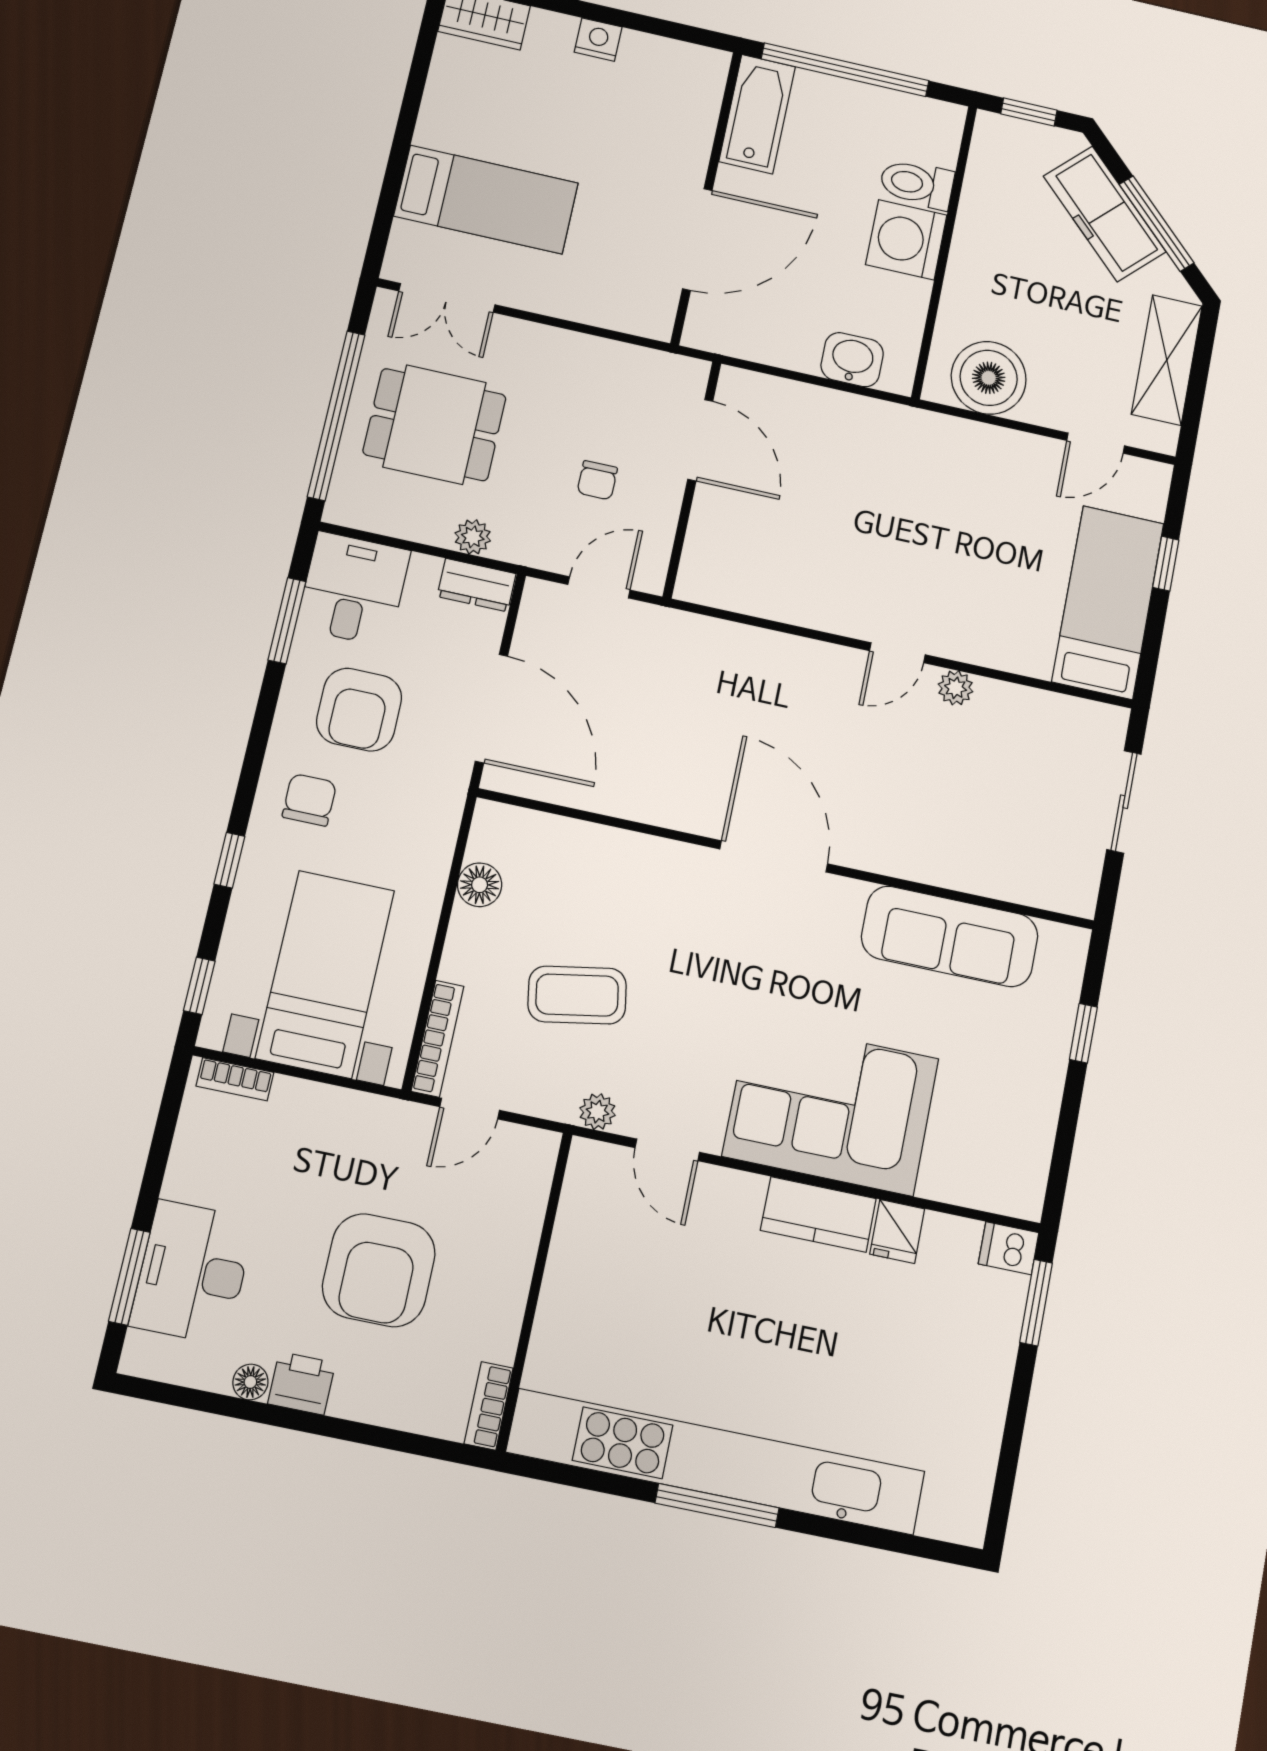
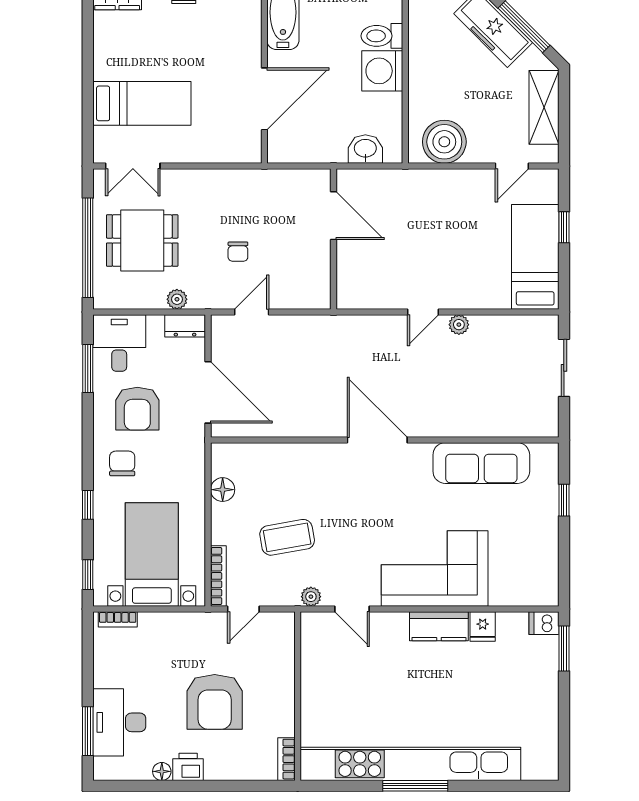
door: (700, 440) -> (333, 216), moved
wall: (692, 479) -> (333, 239), moved

